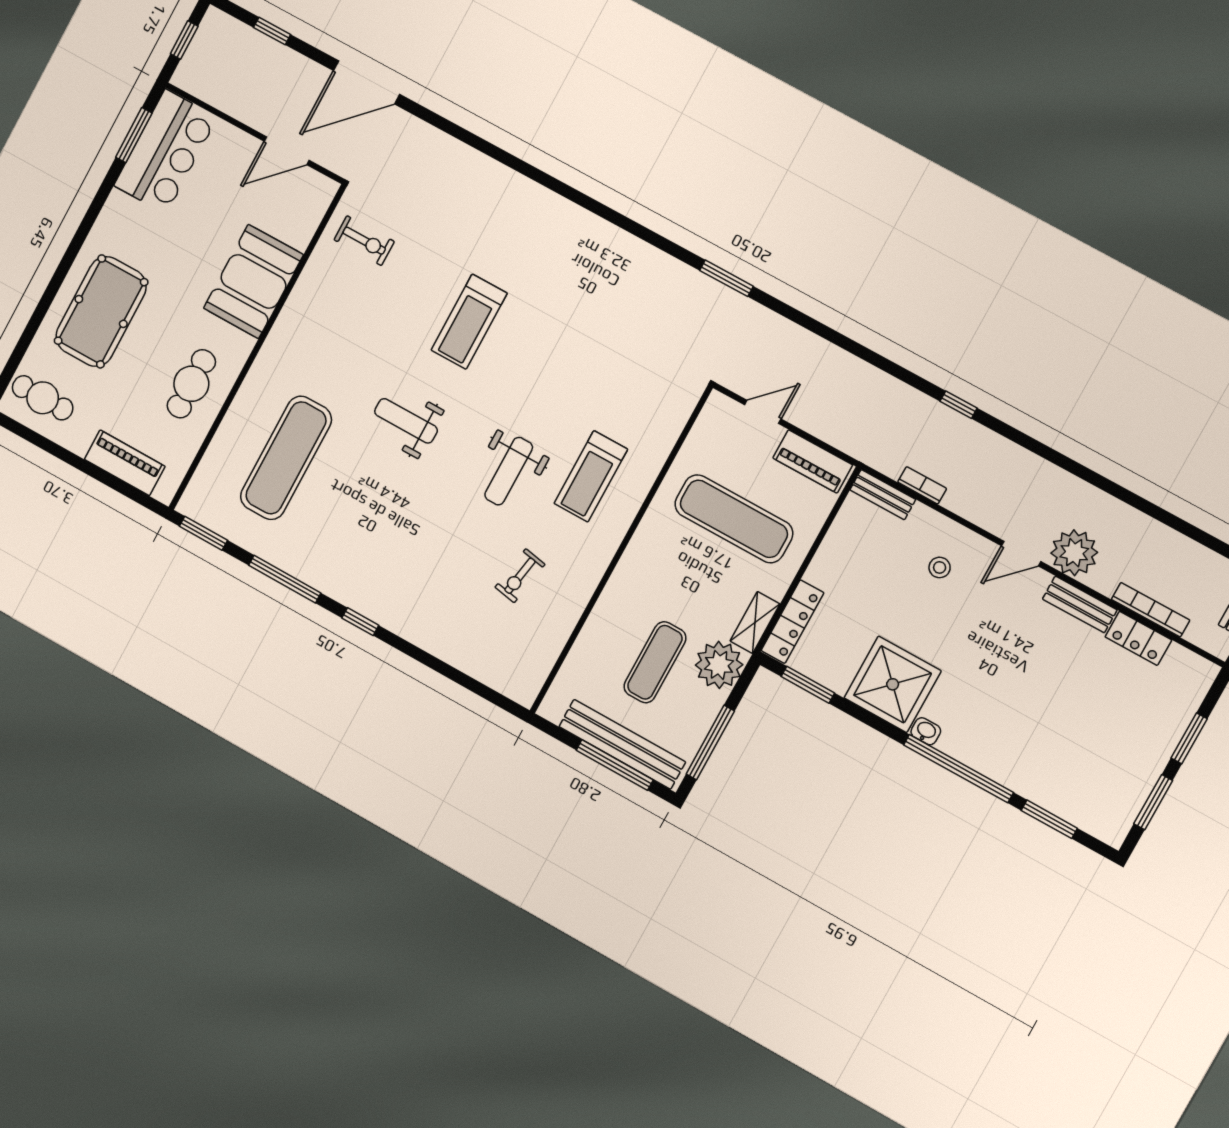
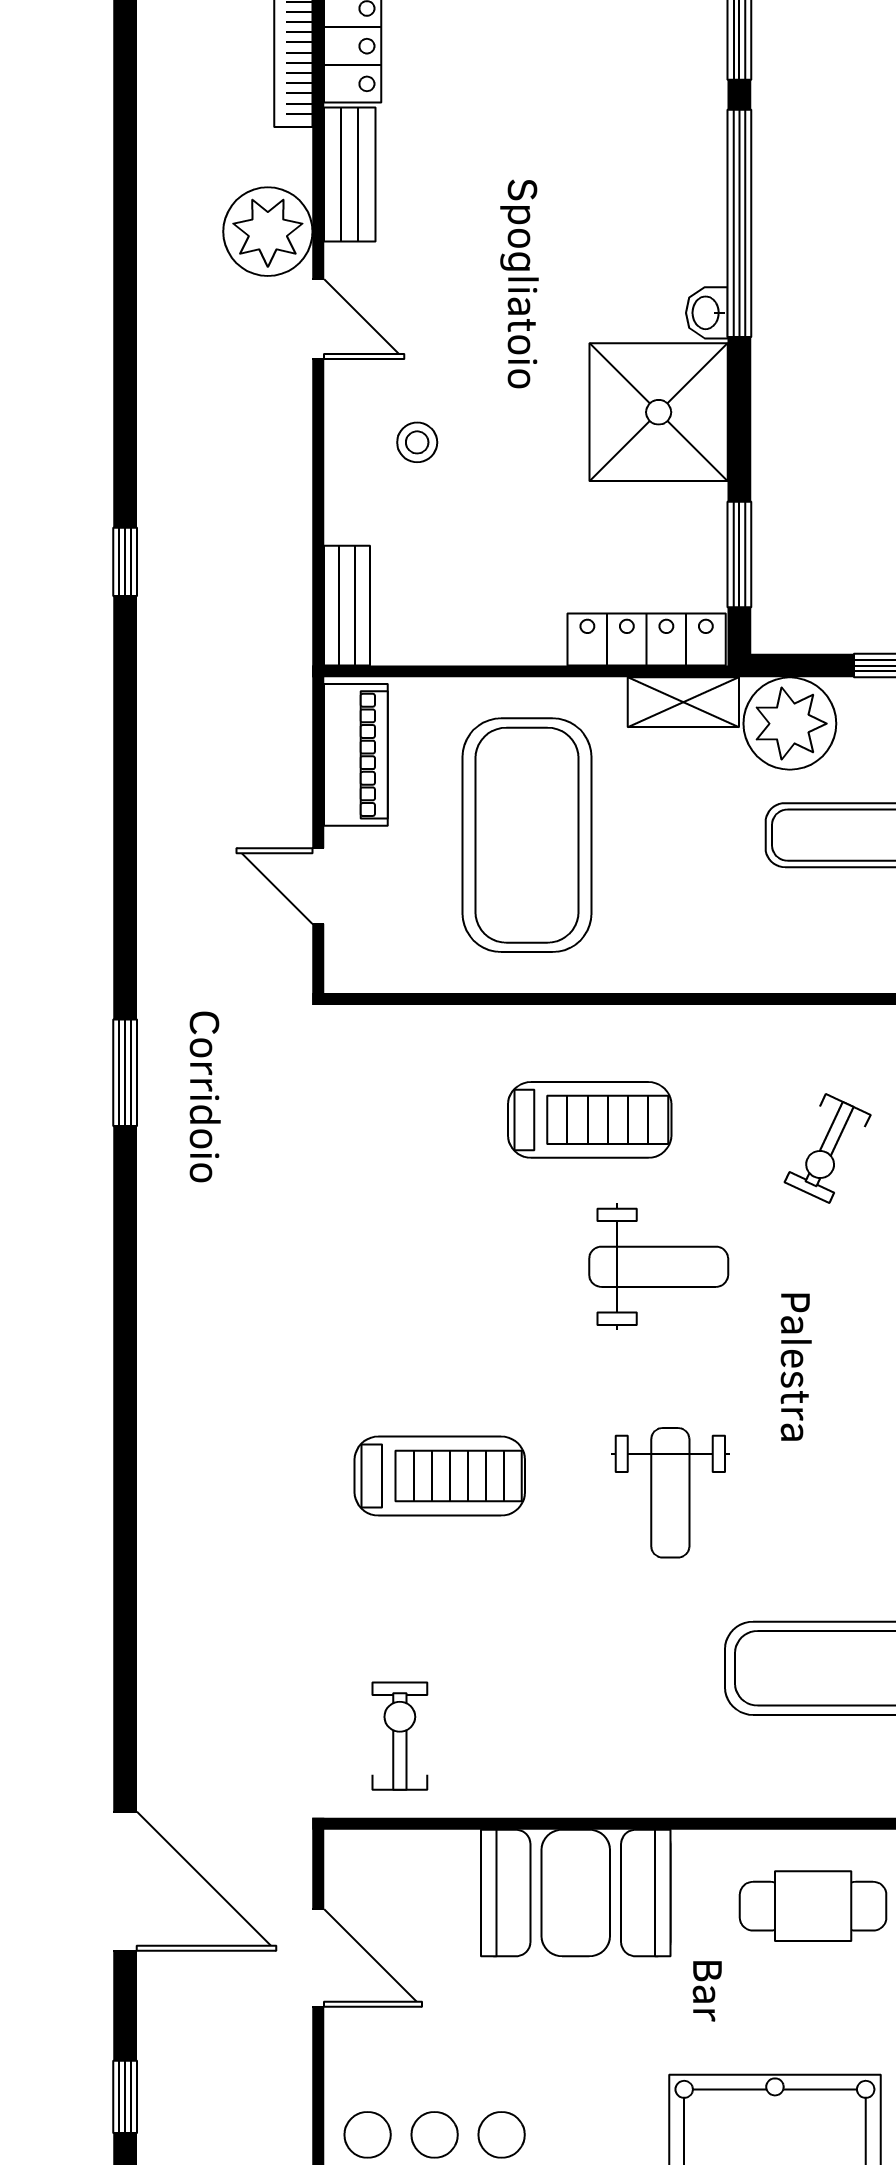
bookcase: (922, 485) -> (295, 548), removed
exercise mat: (734, 519) -> (527, 835), width x1.47
exercise bike: (520, 576) -> (828, 1149), turned 105

